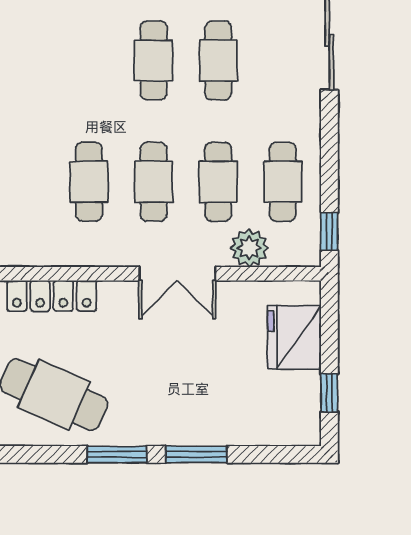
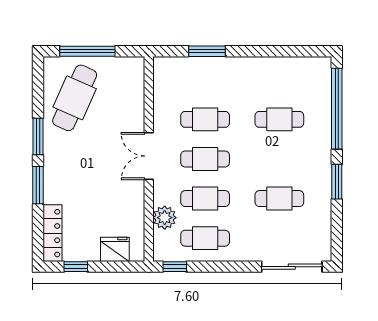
cafe table: (154, 61) -> (279, 119), moved
double door: (177, 274) -> (149, 156), moved
locker: (52, 296) -> (53, 233), moved, turned 180
fridge: (294, 337) -> (115, 249), width x0.73, depth x0.75

